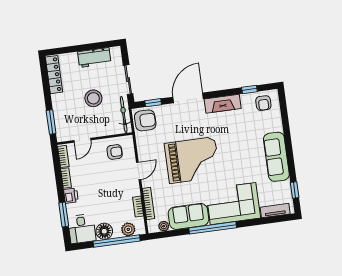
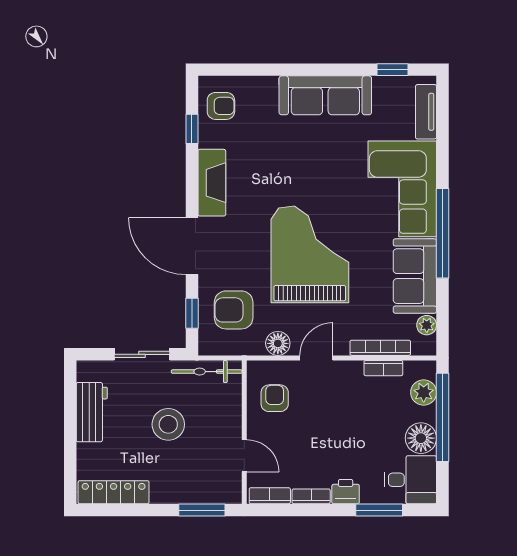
armchair: (145, 120) -> (234, 310), moved, turned -90
floor lamp: (143, 150) -> (278, 343), added
door: (139, 171) -> (316, 358), hinge flipped

